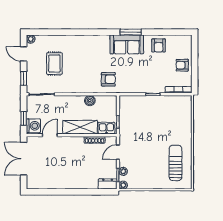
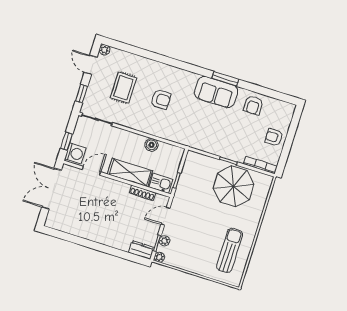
armchair: (108, 79) -> (161, 99), moved
parasol: (163, 113) -> (233, 186), added

